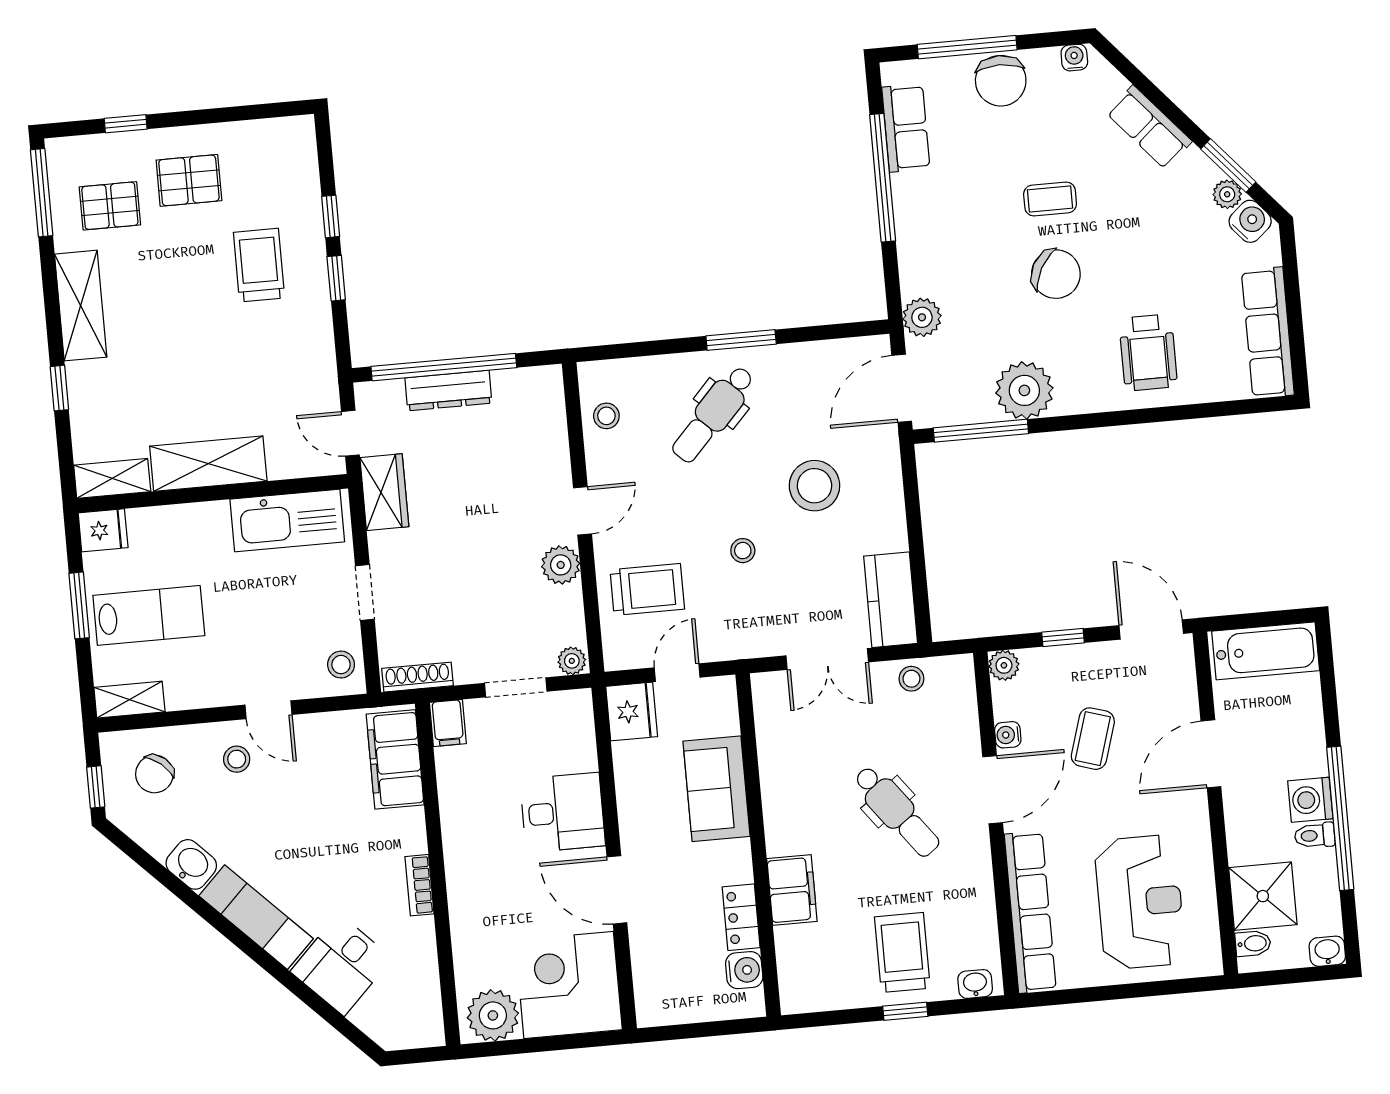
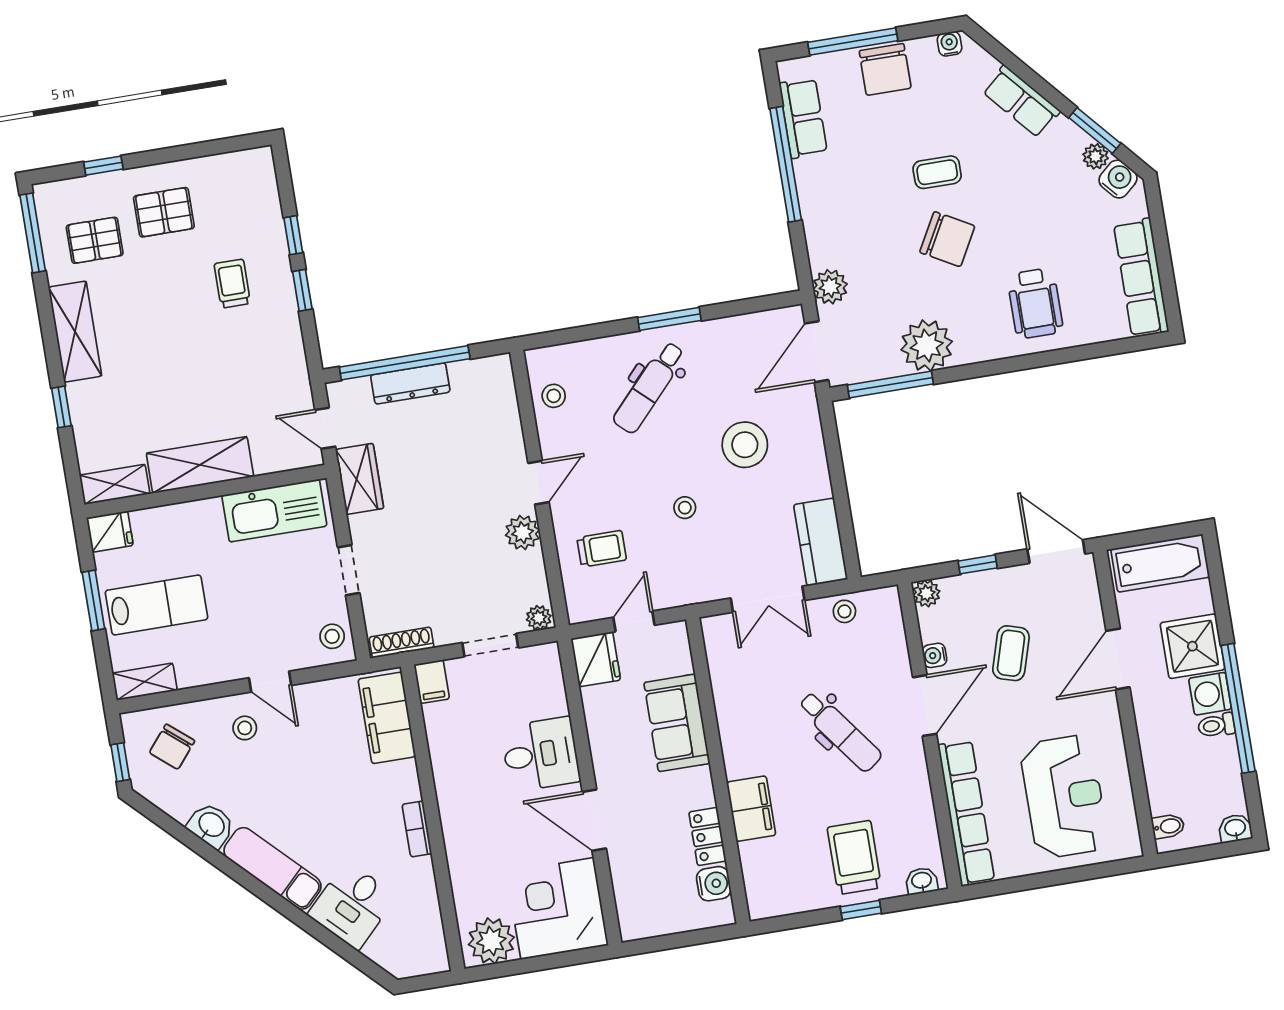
trolley: (259, 265) -> (232, 284), width x0.73, depth x0.72
trolley: (647, 589) -> (602, 549), width x0.73, depth x0.72
shower: (1263, 896) -> (1192, 646), moved

